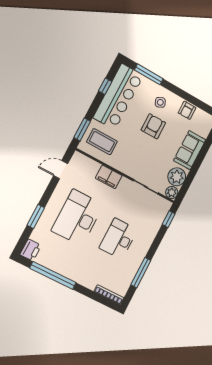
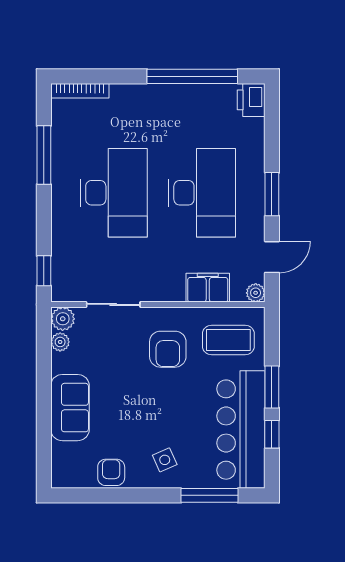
armchair: (153, 126) -> (168, 349), moved
window: (82, 129) -> (272, 387), moved
plant: (77, 157) -> (256, 293), added
filing cabinet: (109, 177) -> (208, 288), moved
plant: (177, 177) -> (60, 342), width x0.53, depth x0.53
window: (36, 216) -> (272, 194), moved
desk: (118, 239) -> (114, 193), width x1.36, depth x1.30

